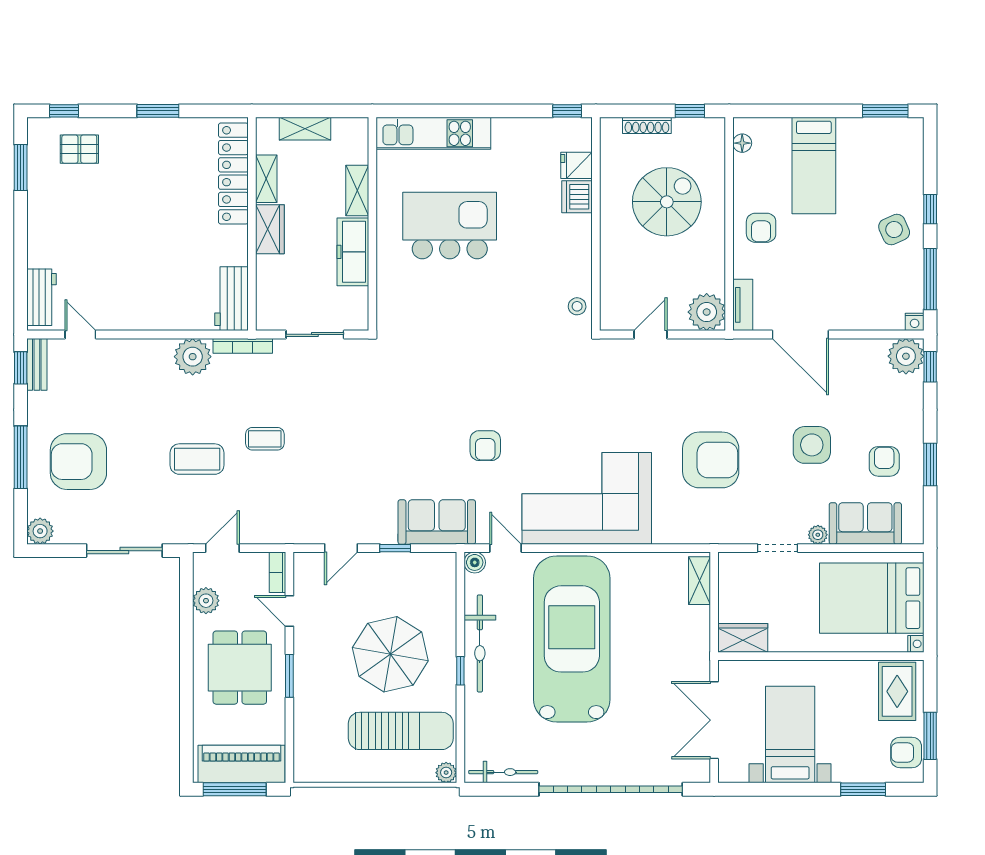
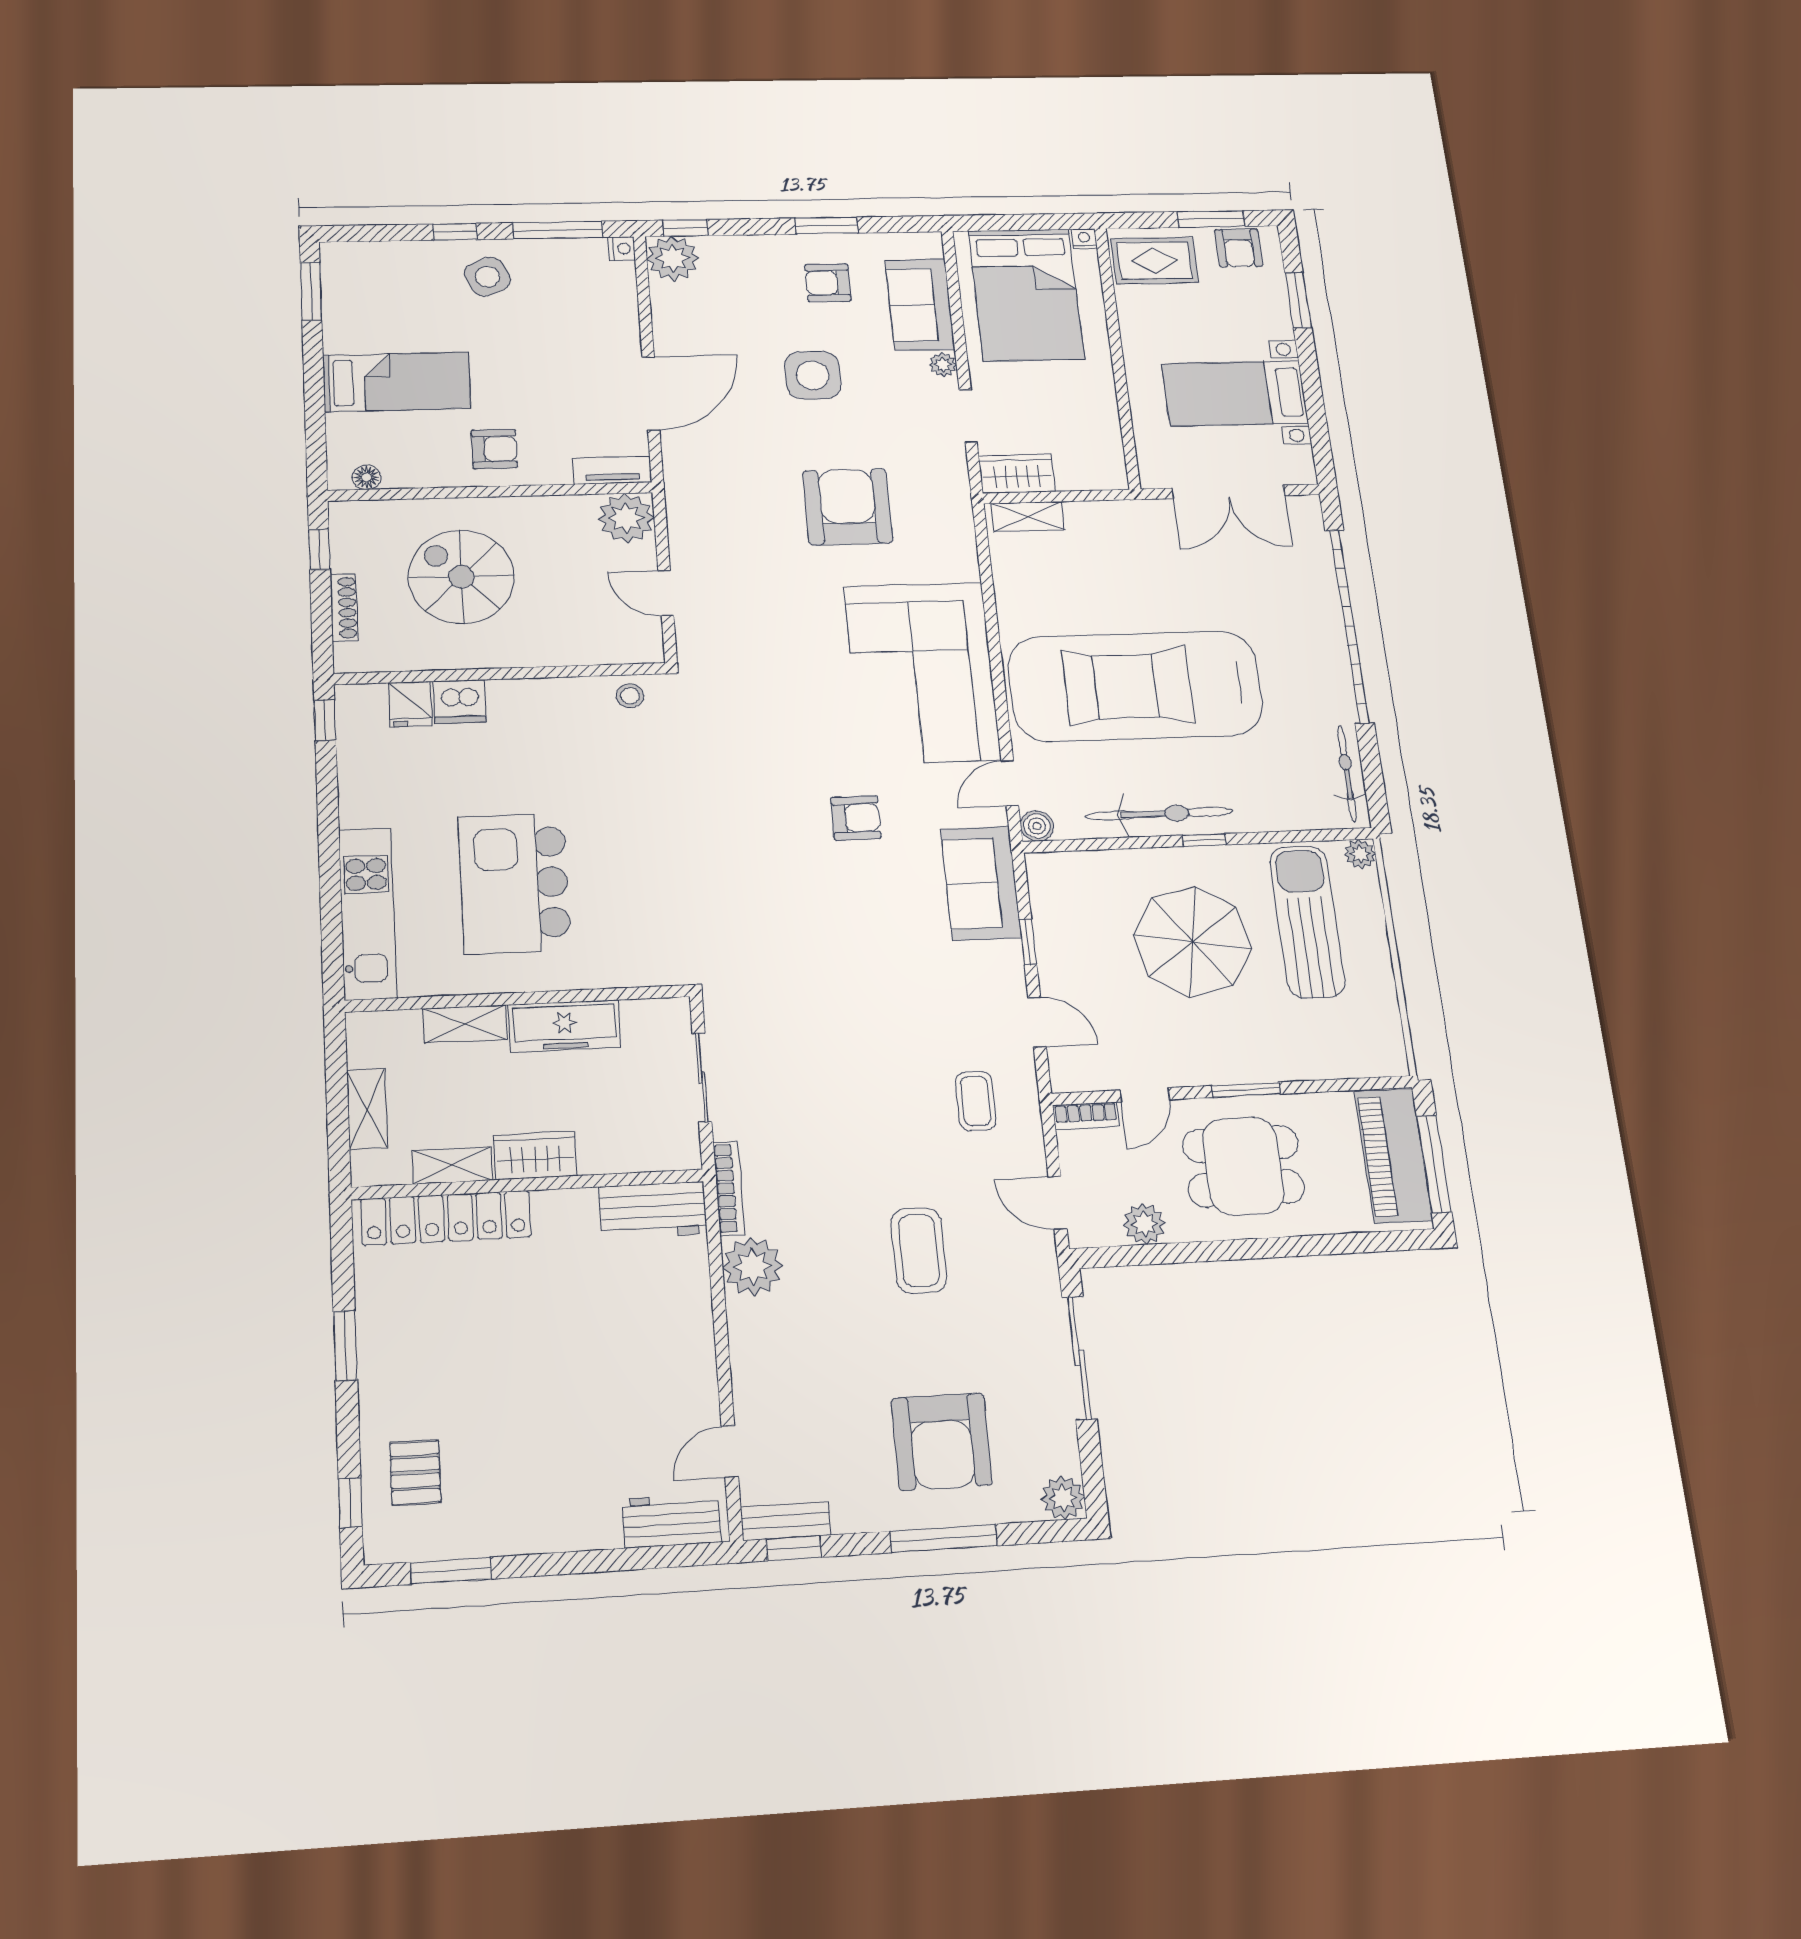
coffee table: (265, 439) -> (976, 1101), moved
wardrobe: (743, 638) -> (1017, 474), moved, turned 90

